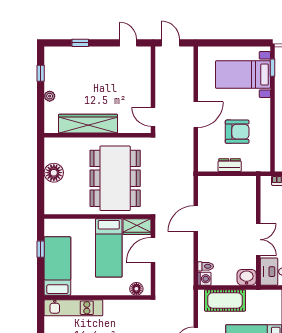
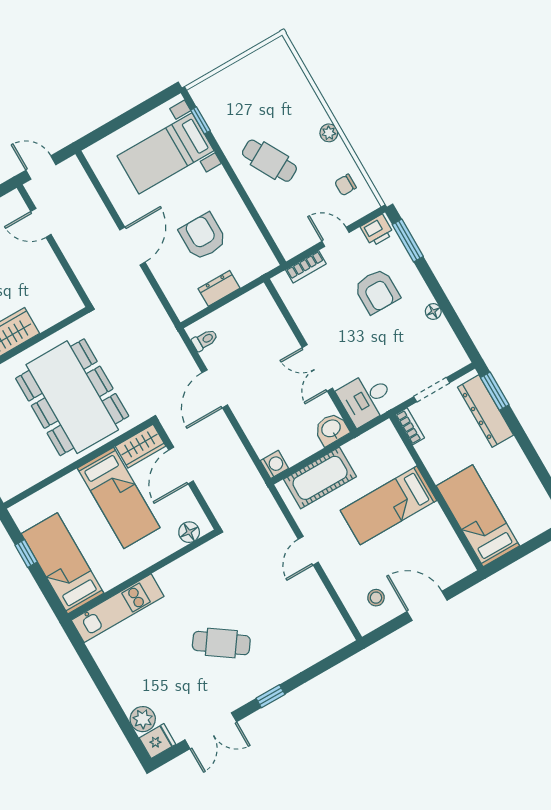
door: (153, 117) -> (41, 223), moved
armchair: (237, 132) -> (203, 236), turned -90
double door: (258, 240) -> (317, 368), swing flipped
toilet: (206, 266) -> (205, 340), moved

